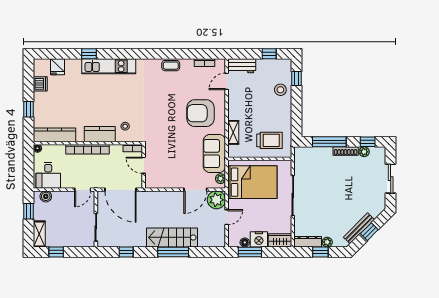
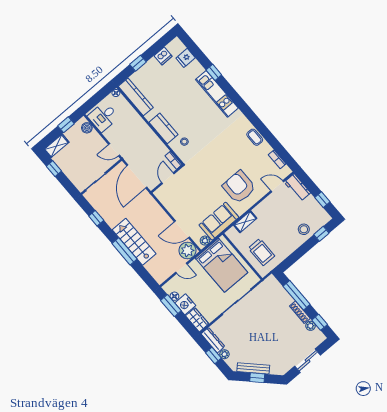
bookcase: (88, 149) -> (145, 129), removed

